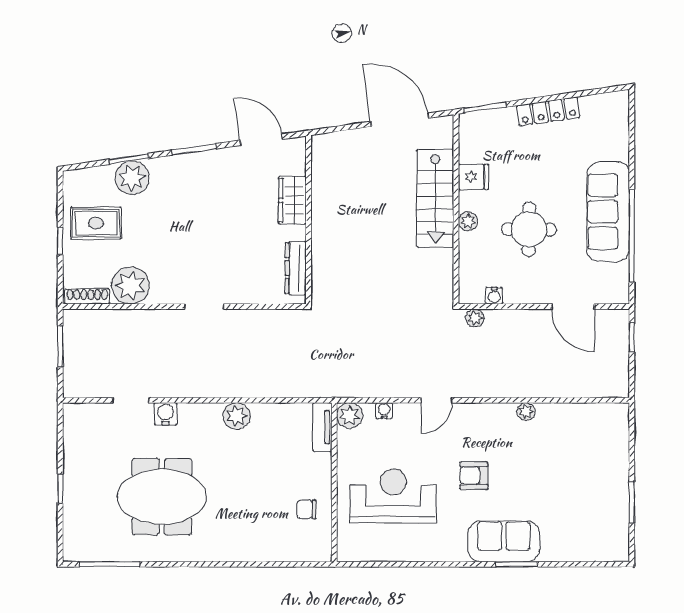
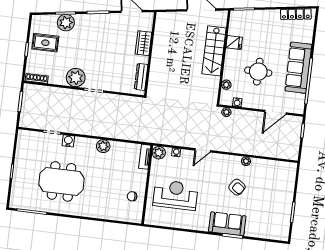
locker: (548, 111) -> (296, 14), moved
plant: (468, 221) -> (226, 85), moved
plant: (130, 285) -> (76, 78), moved
door: (573, 307) -> (275, 112), hinge flipped
armchair: (474, 476) -> (237, 187), moved, turned -145

